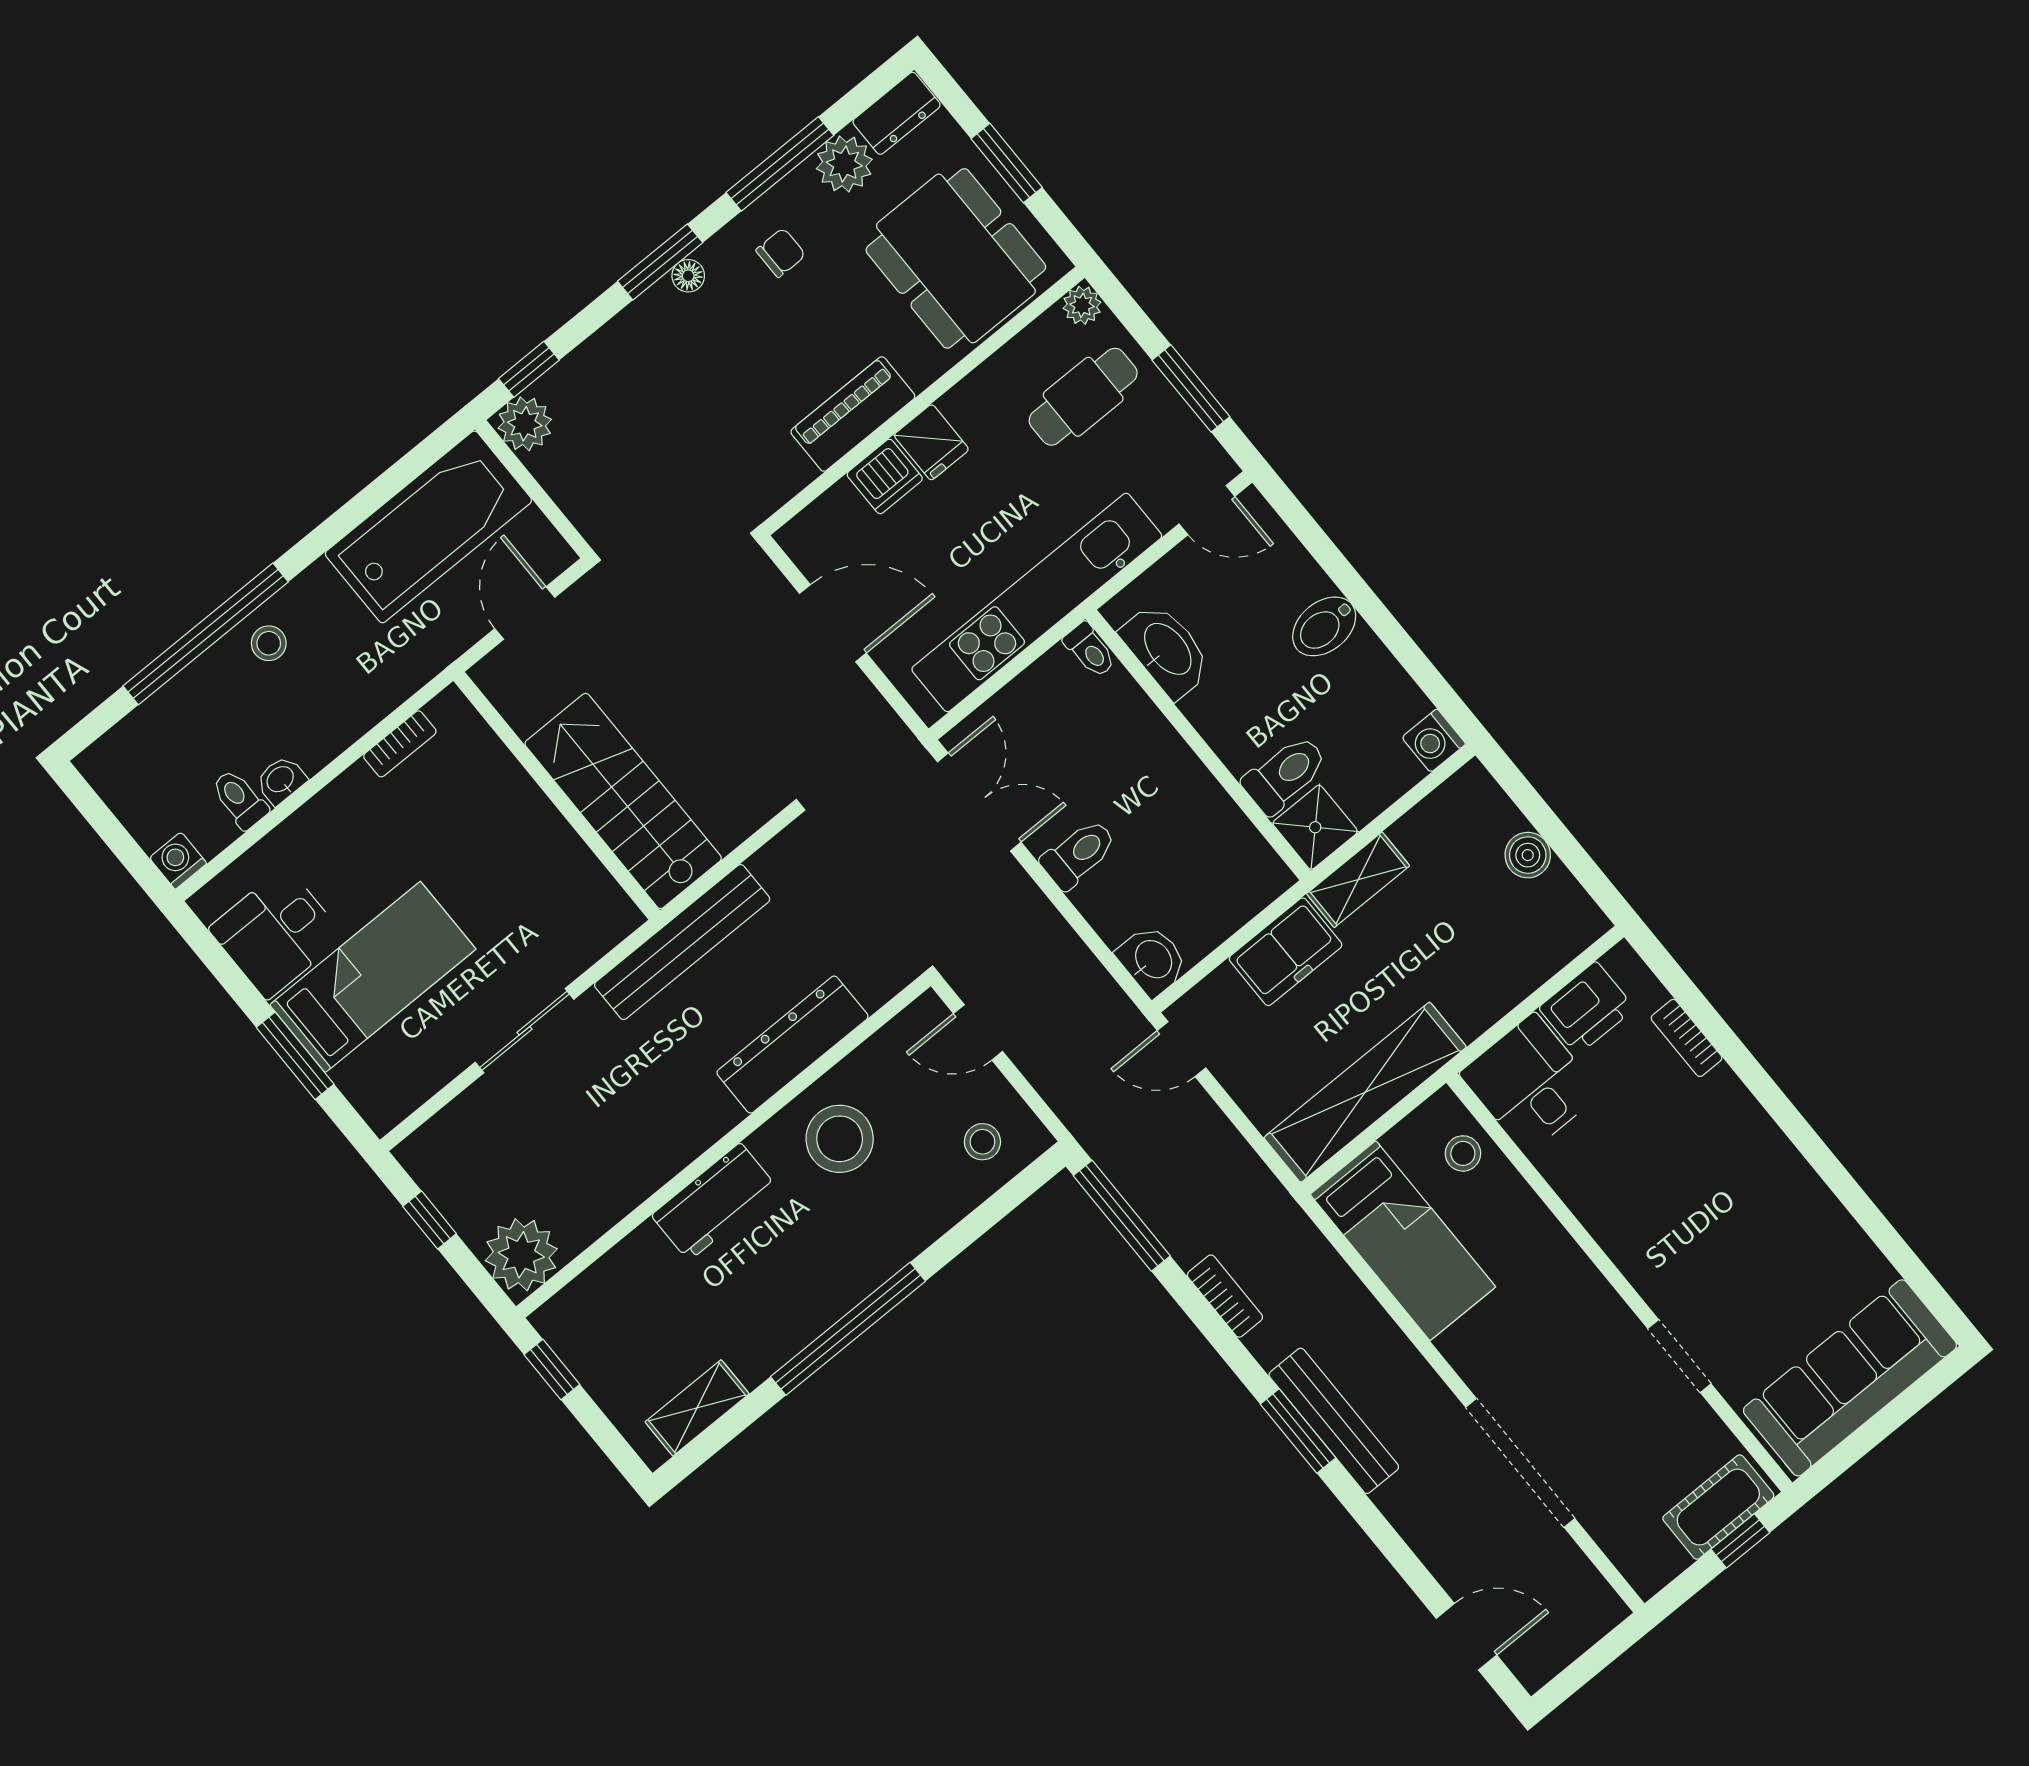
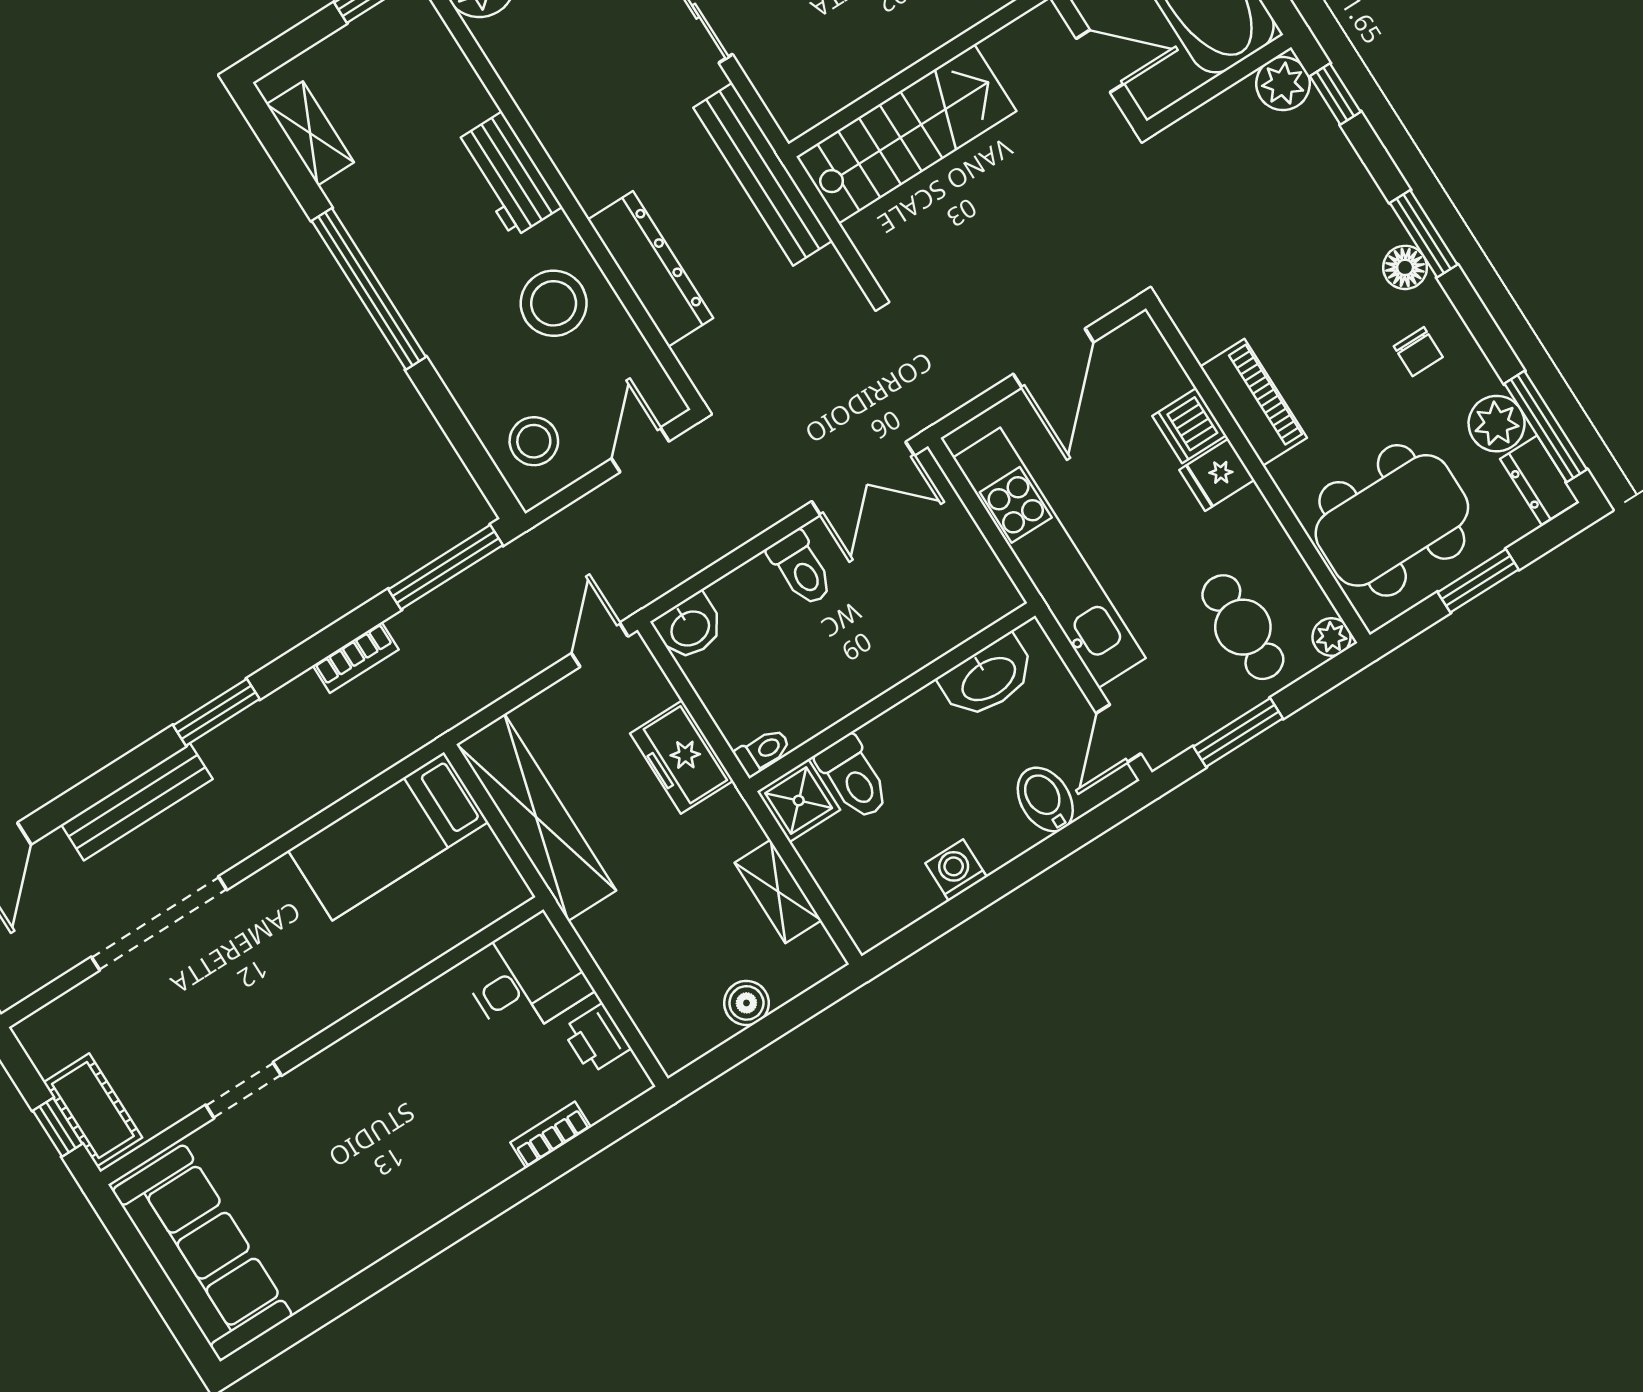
window: (780, 164) -> (1546, 427), moved
floor lamp: (688, 276) -> (1405, 267), width x1.37, depth x1.37
bidet: (1324, 626) -> (1045, 799), moved
toilet: (1090, 650) -> (763, 752), moved, turned 180
washing machine: (1434, 741) -> (956, 870), moved
shelving: (1358, 880) -> (778, 892), moved
printer: (1587, 1008) -> (596, 1039), width x0.73, depth x0.81
stool: (982, 1142) -> (534, 441), width x1.37, depth x1.37
stool: (1463, 1153) -> (465, 905), removed
bench: (1334, 1421) -> (137, 802), moved

